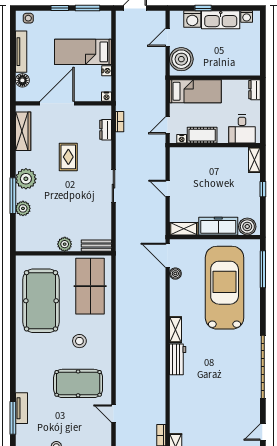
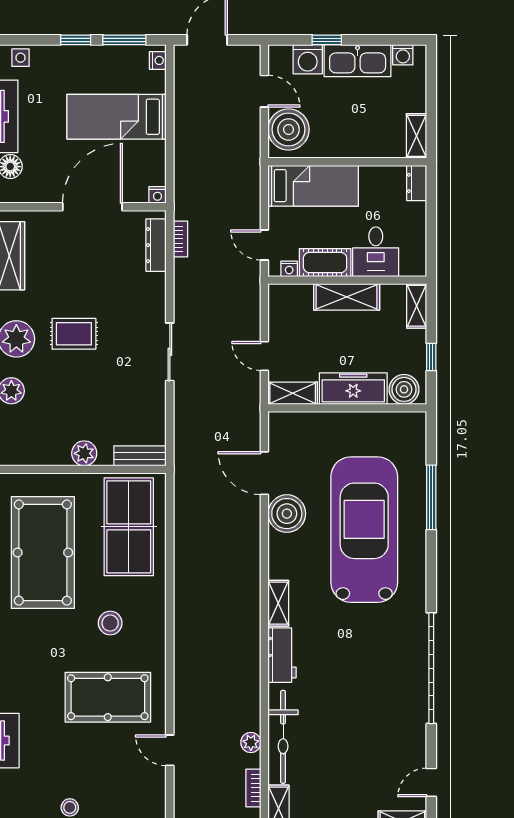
door: (168, 37) -> (264, 91), swing flipped
shelving: (254, 63) -> (416, 136), added
nightstand: (107, 71) -> (158, 60), moved
door: (57, 103) -> (92, 207), moved
door: (168, 125) -> (264, 245), hinge flipped
desk: (242, 129) -> (376, 252), moved
dresser: (106, 130) -> (156, 245), width x1.44
shelving: (214, 155) -> (347, 297), added
rug: (68, 157) -> (74, 334), moved, turned 90
freezer: (218, 226) -> (353, 389), moved
boiler: (247, 227) -> (404, 389), moved
shelving: (184, 229) -> (293, 393), moved
wall: (215, 237) -> (347, 408), moved
boiler: (175, 274) -> (287, 514), width x1.86, depth x1.86
bicycle: (178, 406) -> (283, 737), added
plant: (160, 409) -> (251, 743), added

